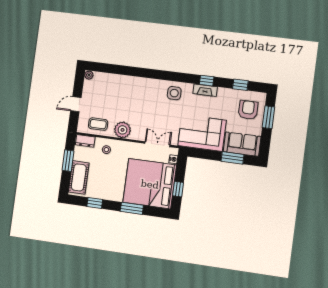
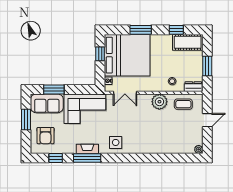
window: (207, 81) -> (87, 158), width x2.17
window: (268, 117) -> (26, 120), moved
cot: (79, 177) -> (188, 42), moved, turned 90

